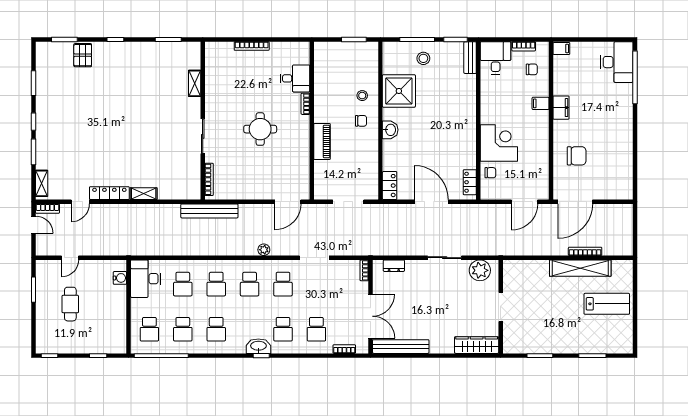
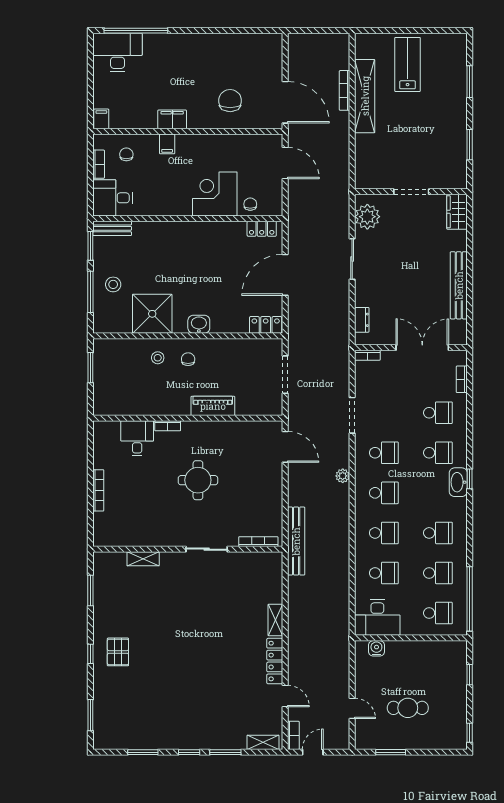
pallet: (83, 55) -> (118, 652), moved, turned 90
wardrobe: (477, 345) -> (457, 212), width x0.67
bench: (401, 347) -> (459, 285), moved

